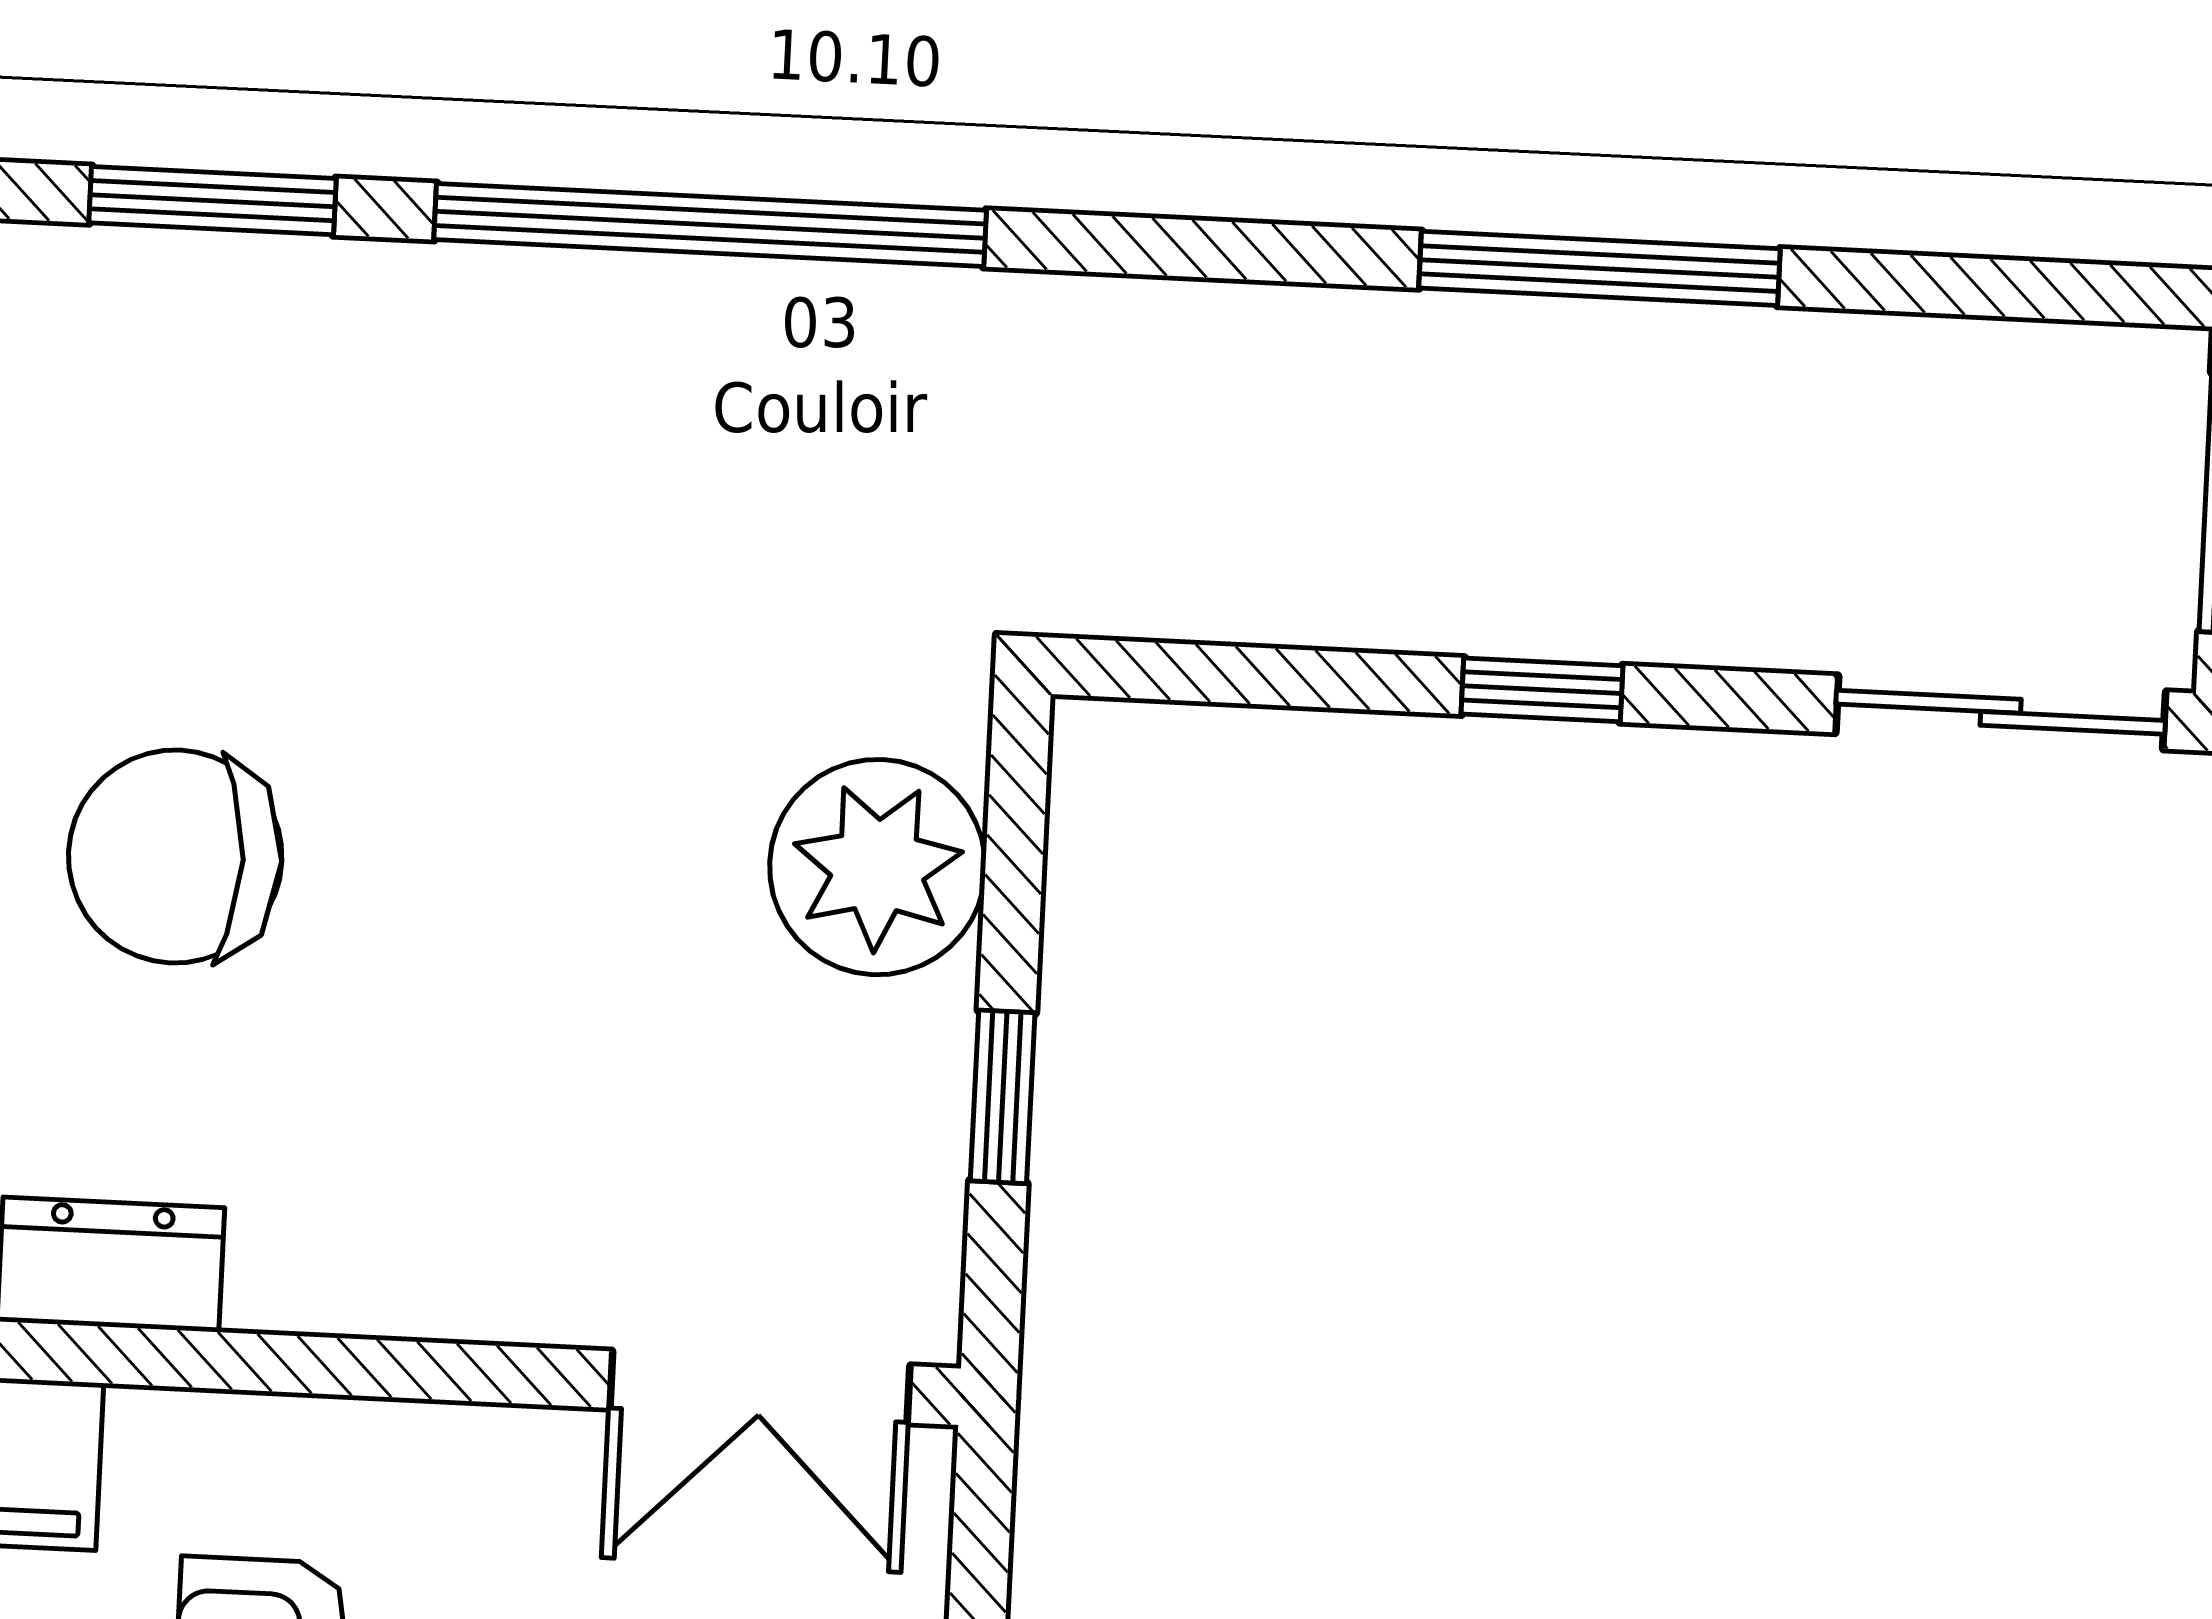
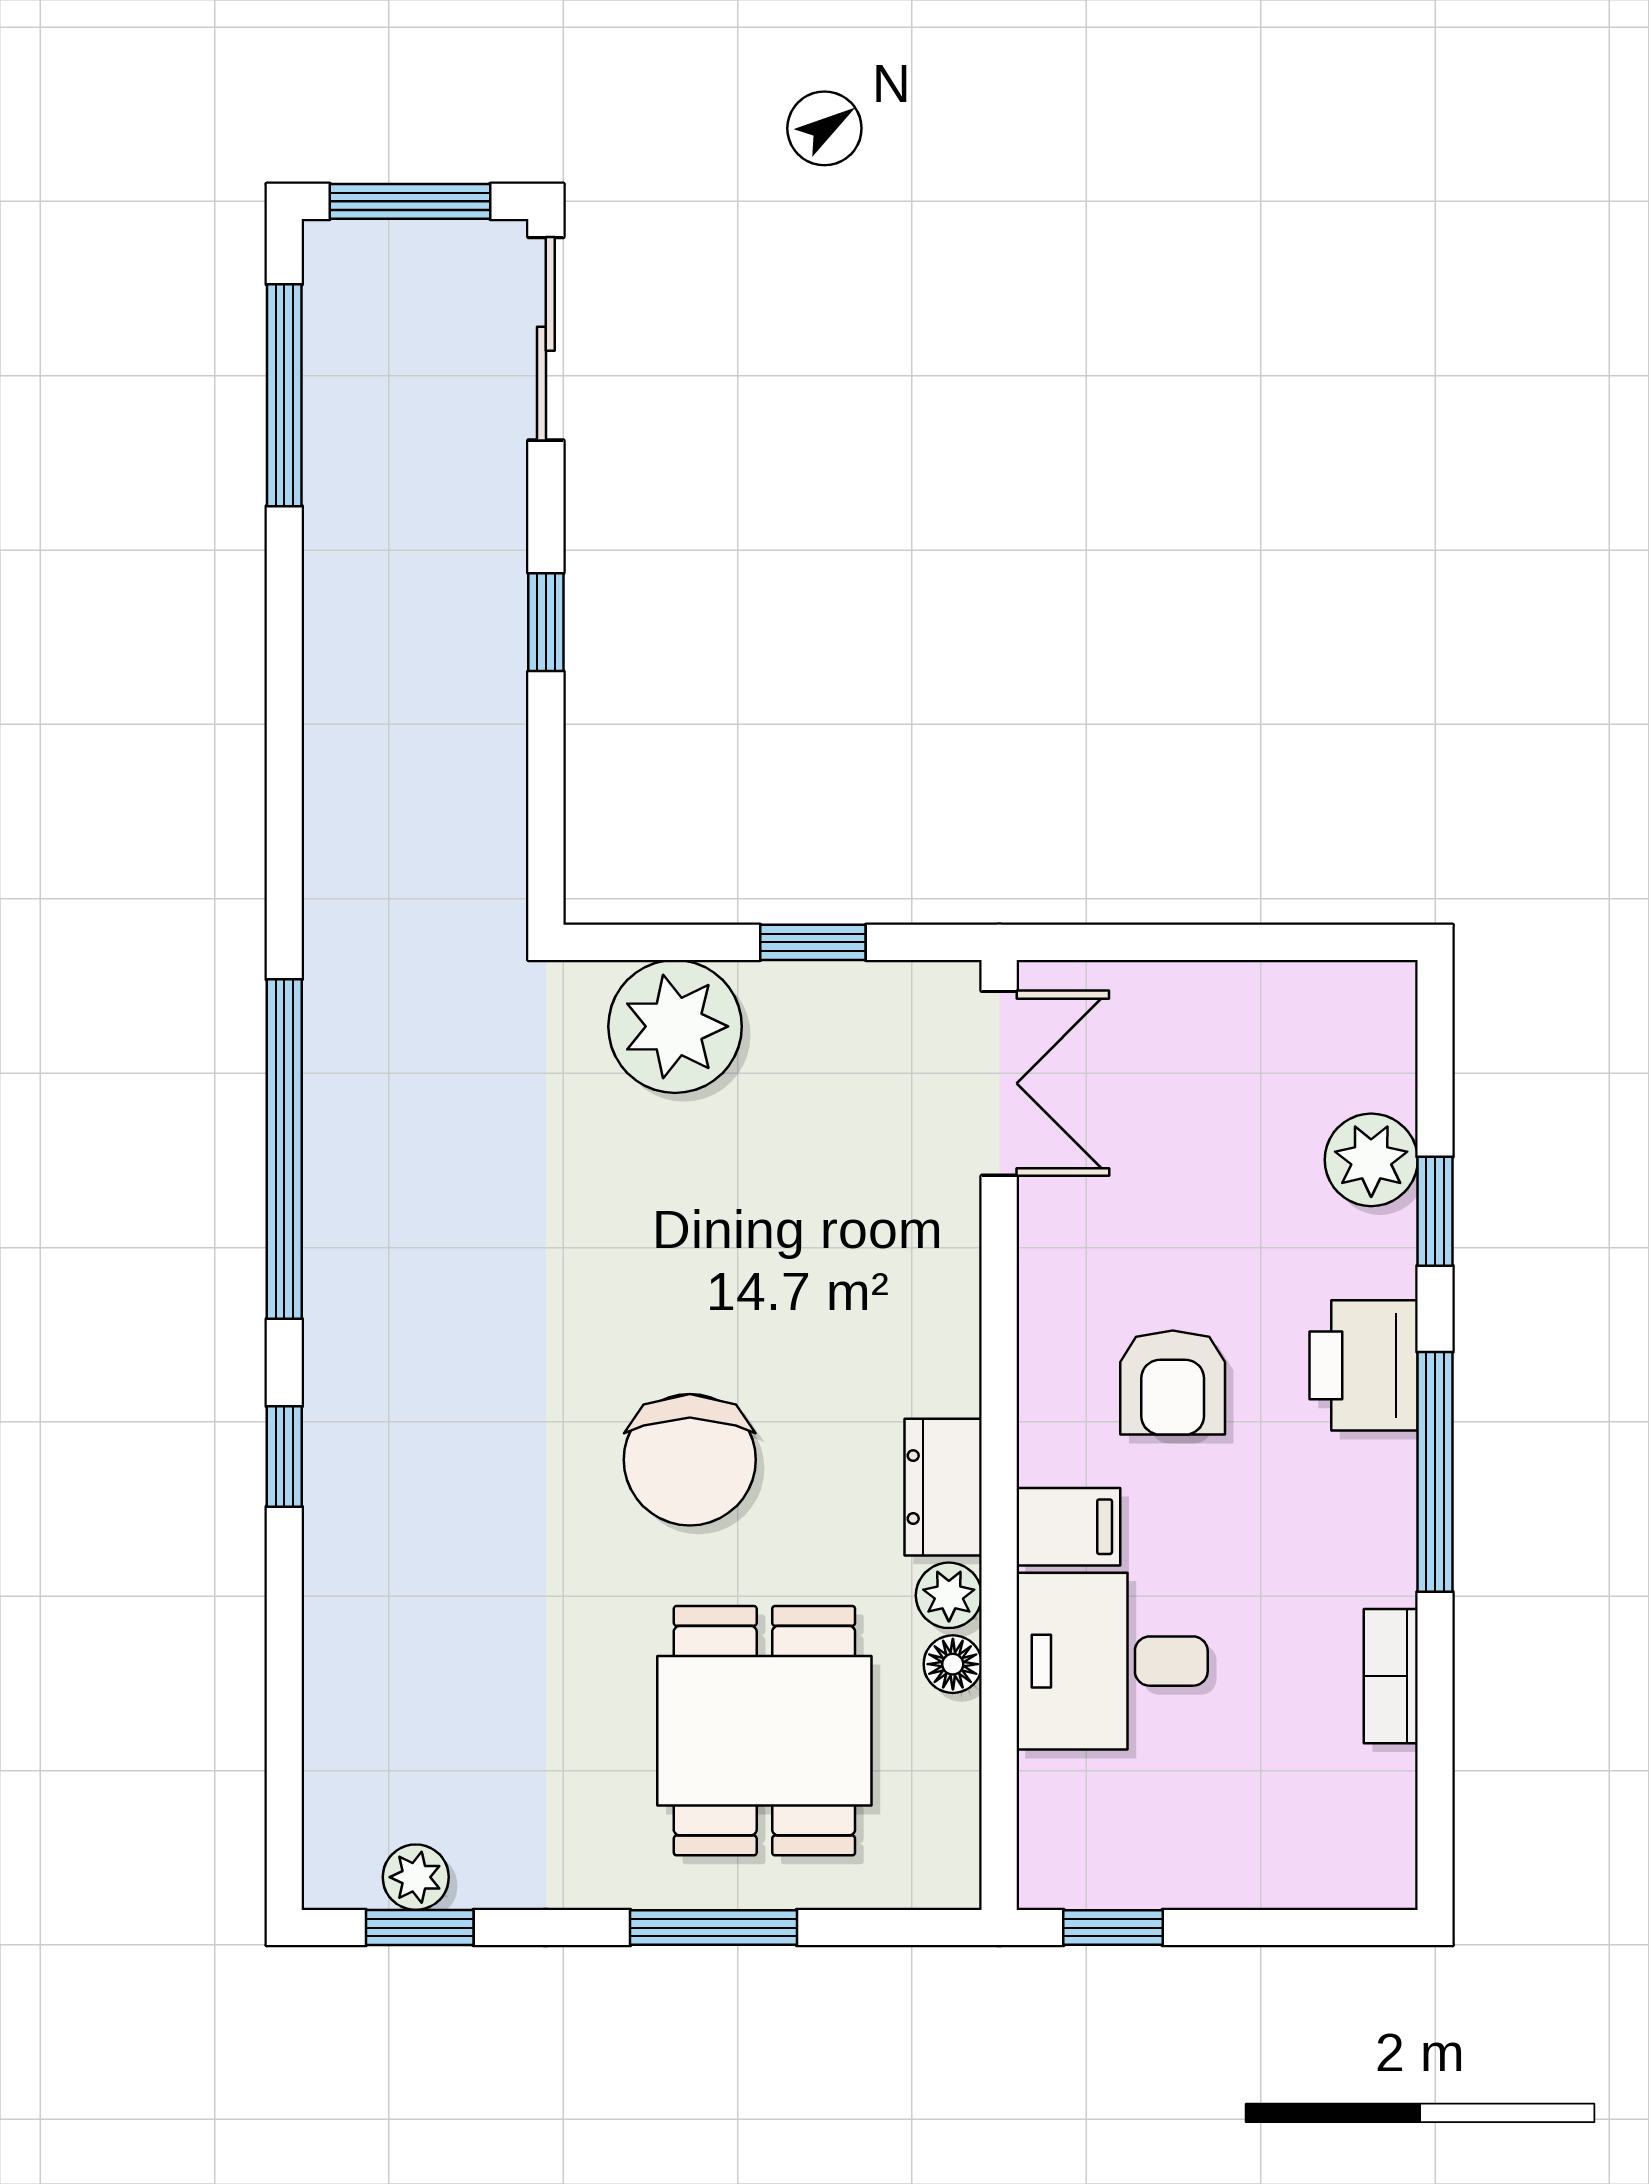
window: (212, 201) -> (284, 1457), width x0.67
window: (1600, 268) -> (284, 395), moved

